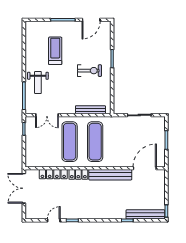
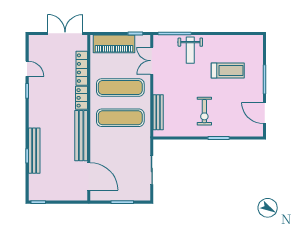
weight bench: (38, 82) -> (190, 50), turned -90
piano: (33, 147) -> (114, 44), added
bench: (145, 214) -> (34, 151), moved

